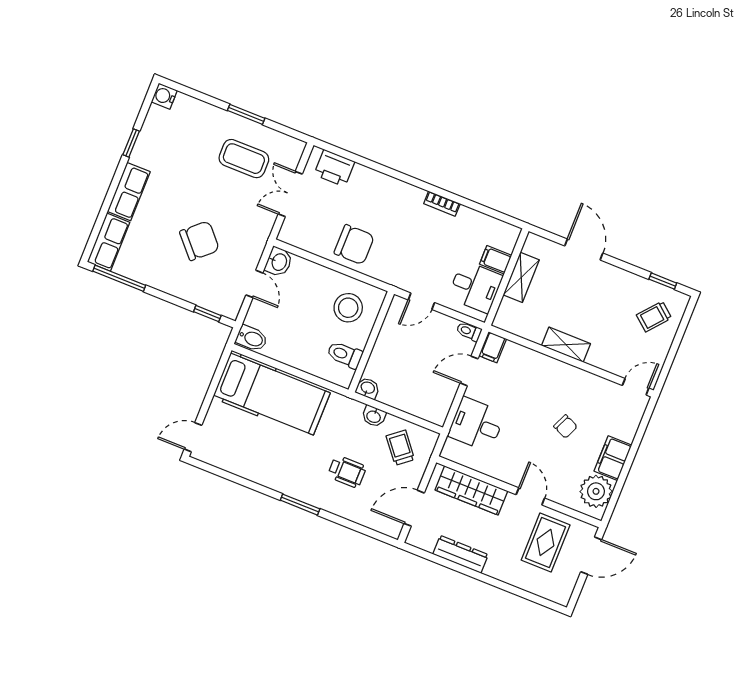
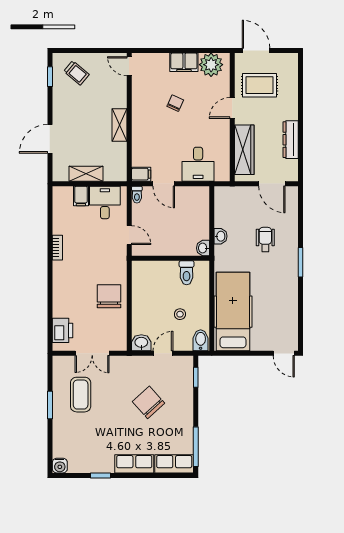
stool: (348, 308) -> (180, 314), moved, width x0.53, depth x0.53
trolley: (400, 448) -> (235, 210), removed

